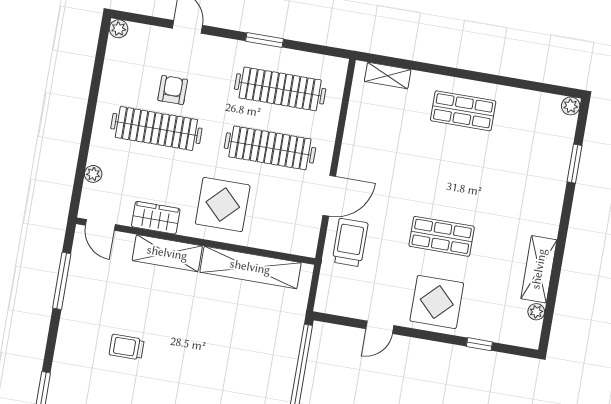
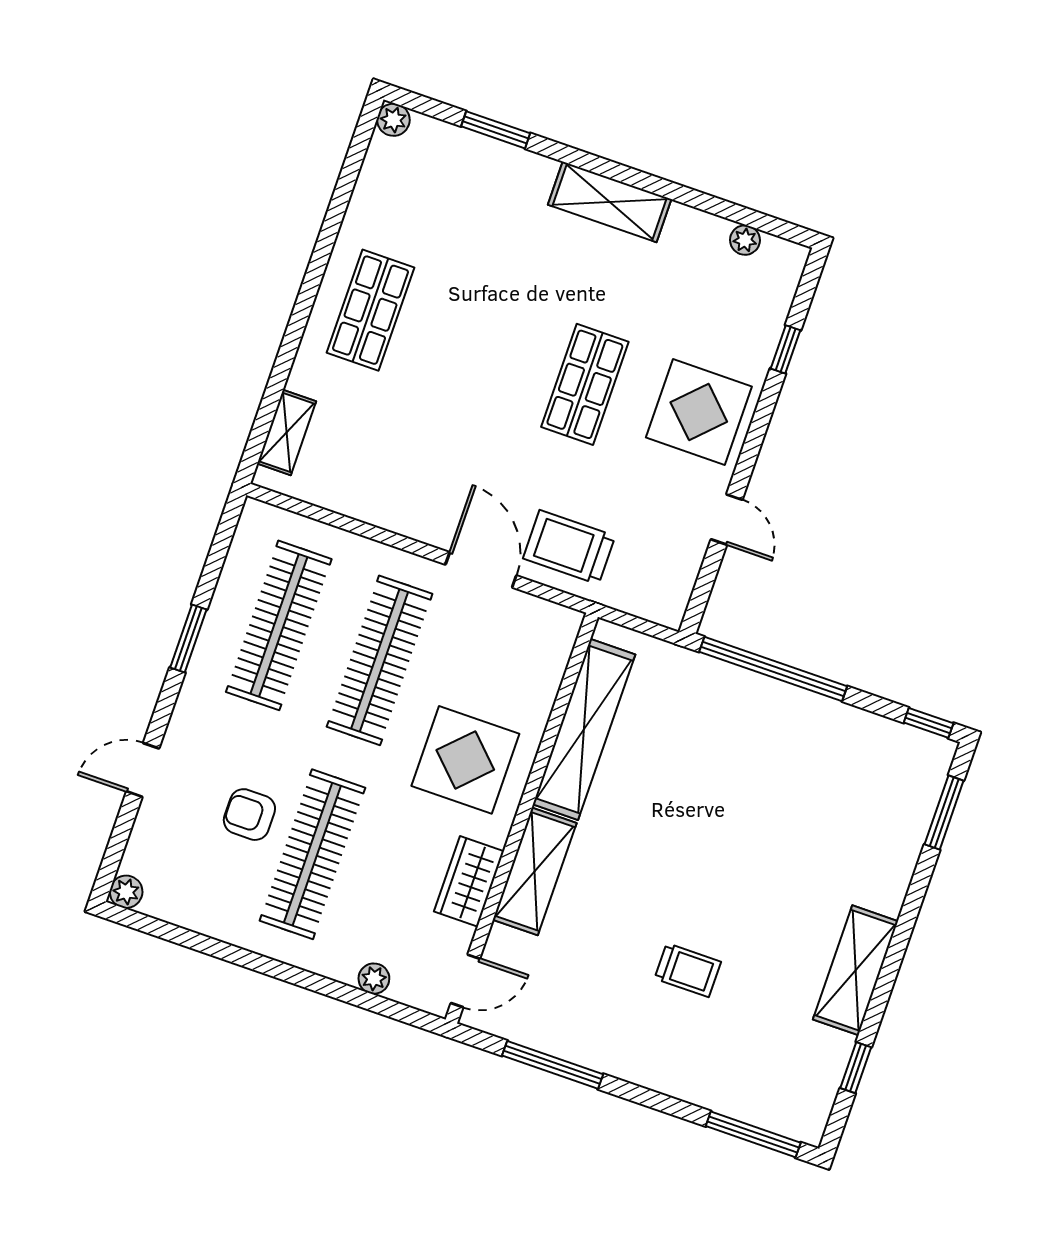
shelving: (539, 269) -> (610, 202), moved
trolley: (127, 347) -> (688, 970), turned -90

